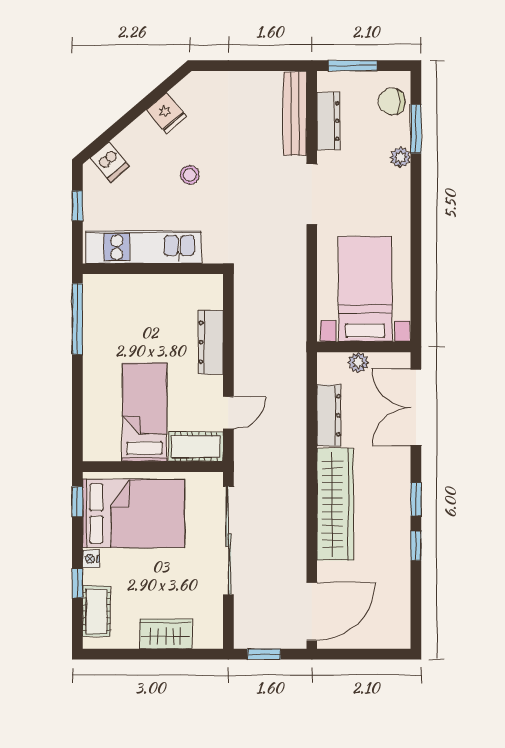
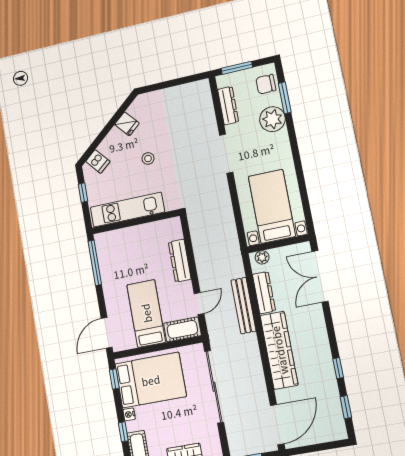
bench: (295, 113) -> (244, 306), moved
plant: (400, 157) -> (272, 119), width x1.87, depth x1.87
plant: (358, 362) -> (262, 257), moved
door: (77, 430) -> (107, 333), added
window: (416, 499) -> (346, 407), moved

